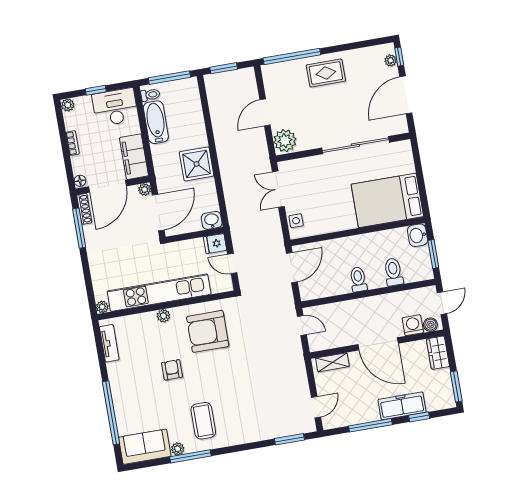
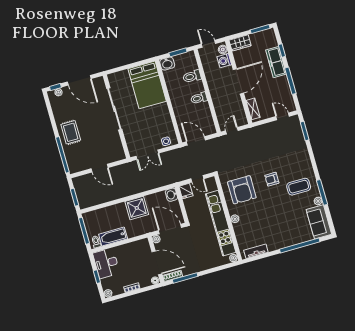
plant: (285, 141) -> (116, 154), removed
filing cabinet: (134, 157) -> (136, 248), removed
door: (232, 264) -> (197, 179), hinge flipped
armchair: (172, 370) -> (272, 179), moved

